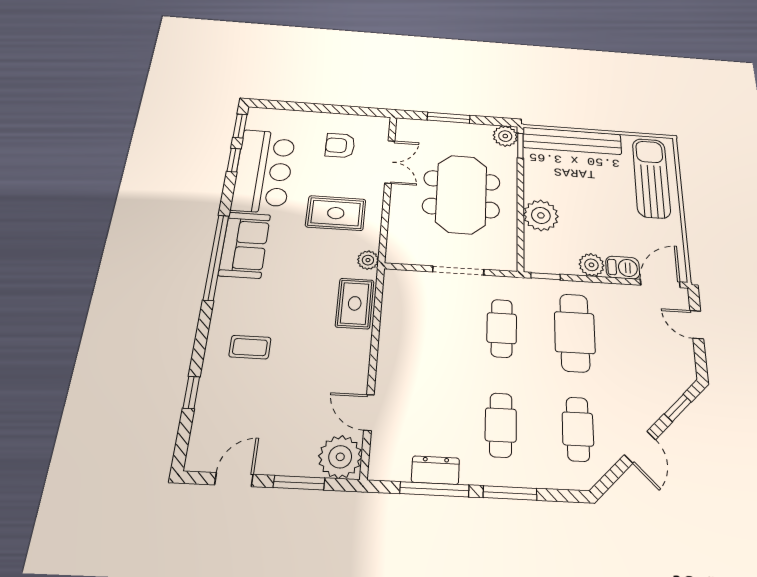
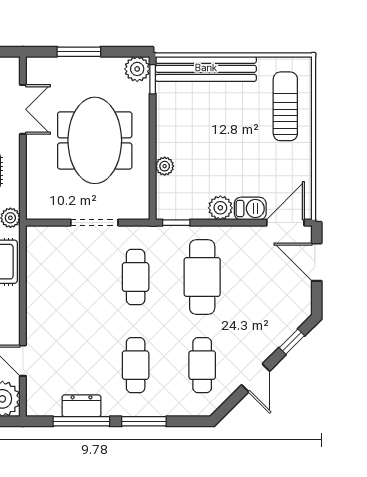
sun lounger: (651, 178) -> (285, 106), width x0.73, depth x0.75
plant: (541, 215) -> (165, 166), width x0.53, depth x0.53
door: (697, 325) -> (317, 262), width x1.38

